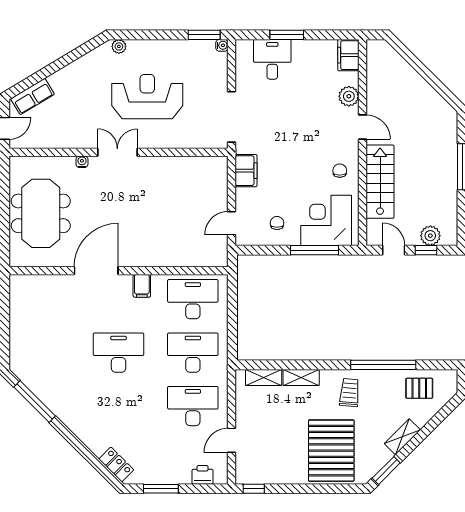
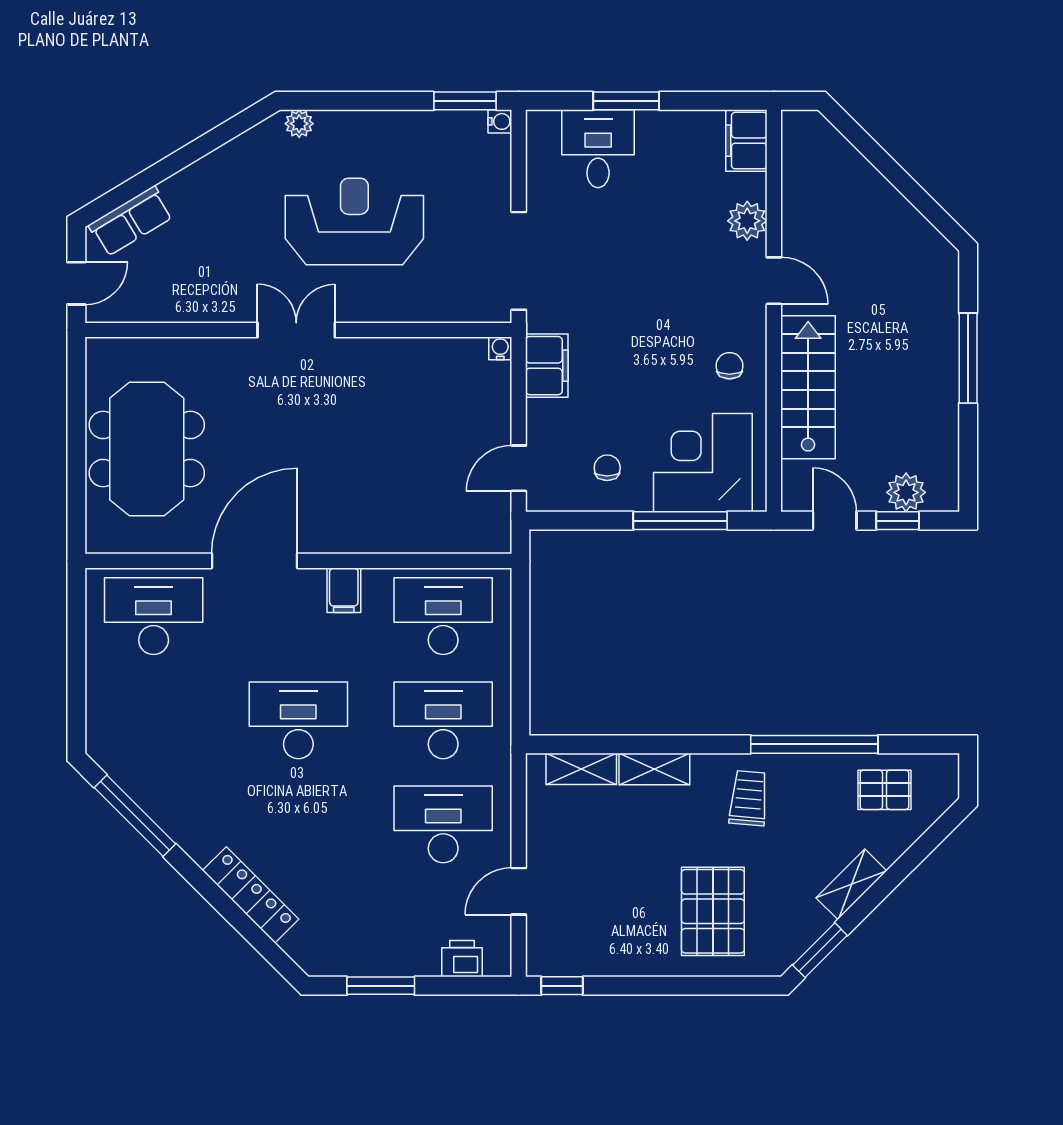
water cooler: (82, 162) -> (500, 348), moved
desk: (44, 299) -> (154, 616), added
pallet: (331, 451) -> (713, 911), width x0.73, depth x0.71
locker: (116, 464) -> (251, 895), moved, width x1.53

